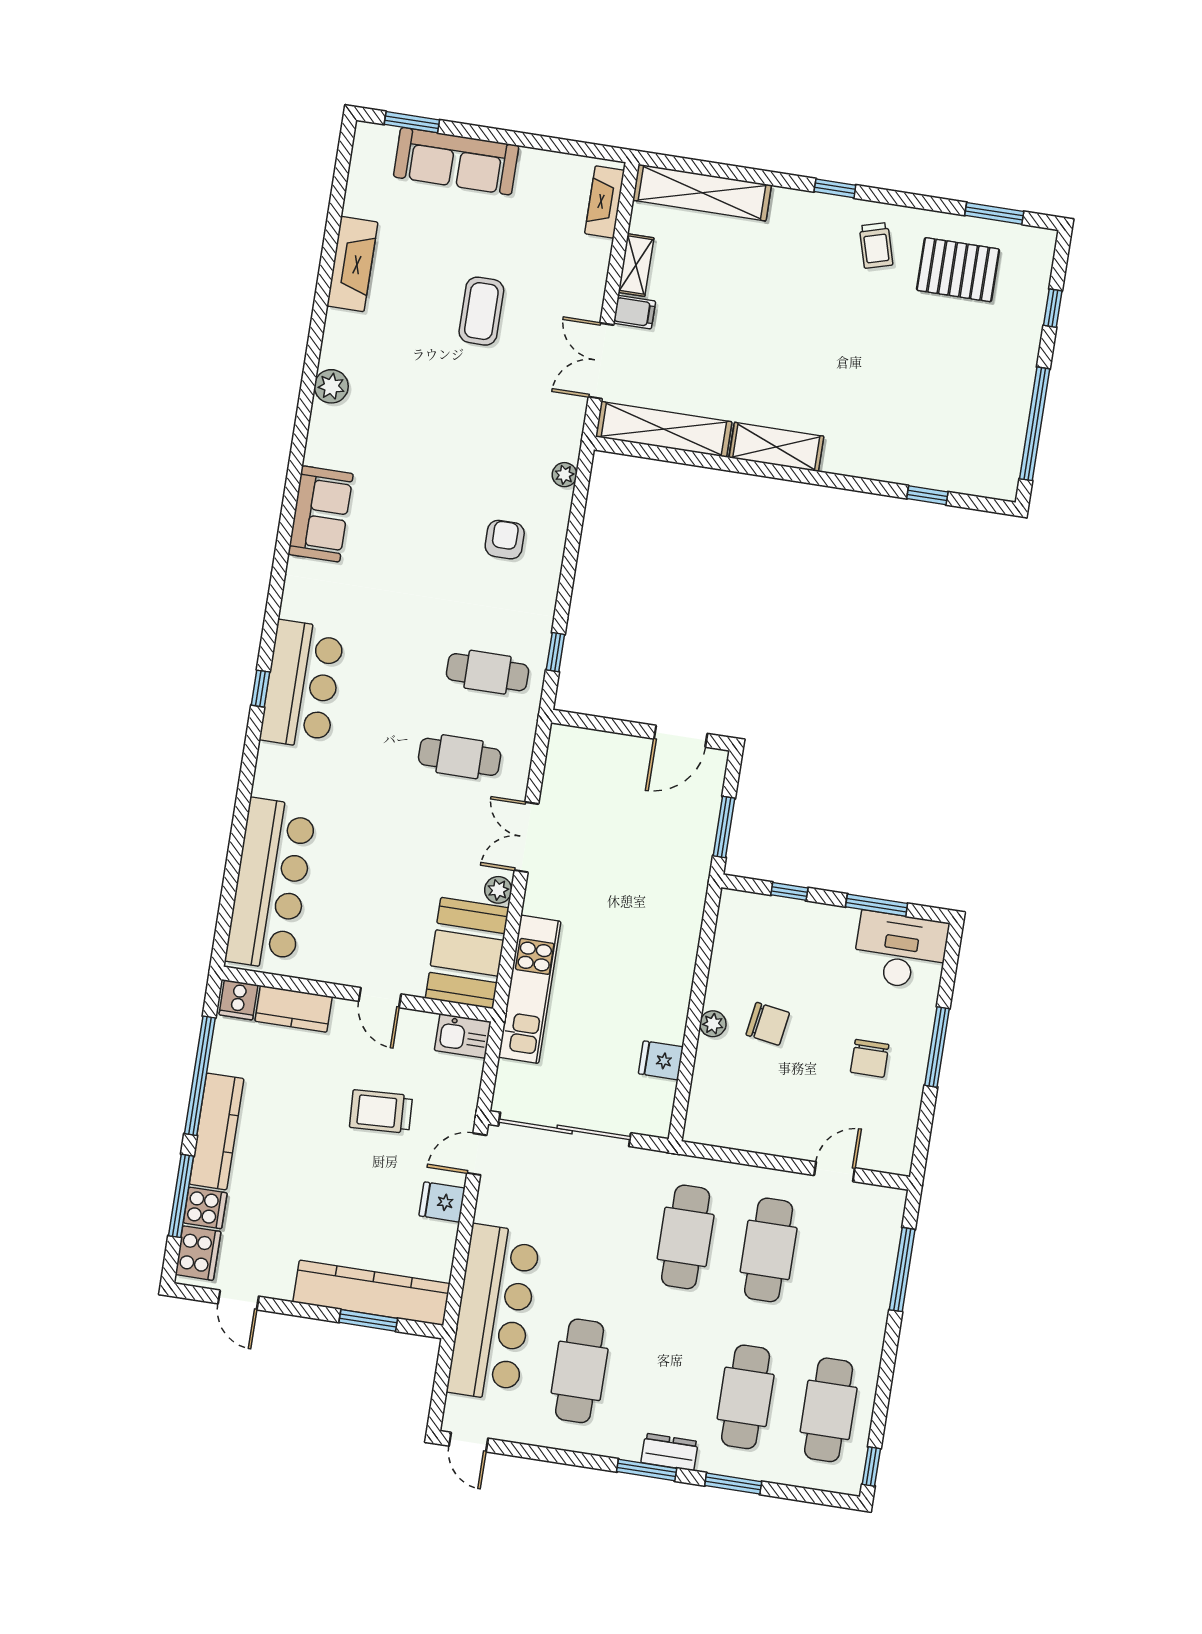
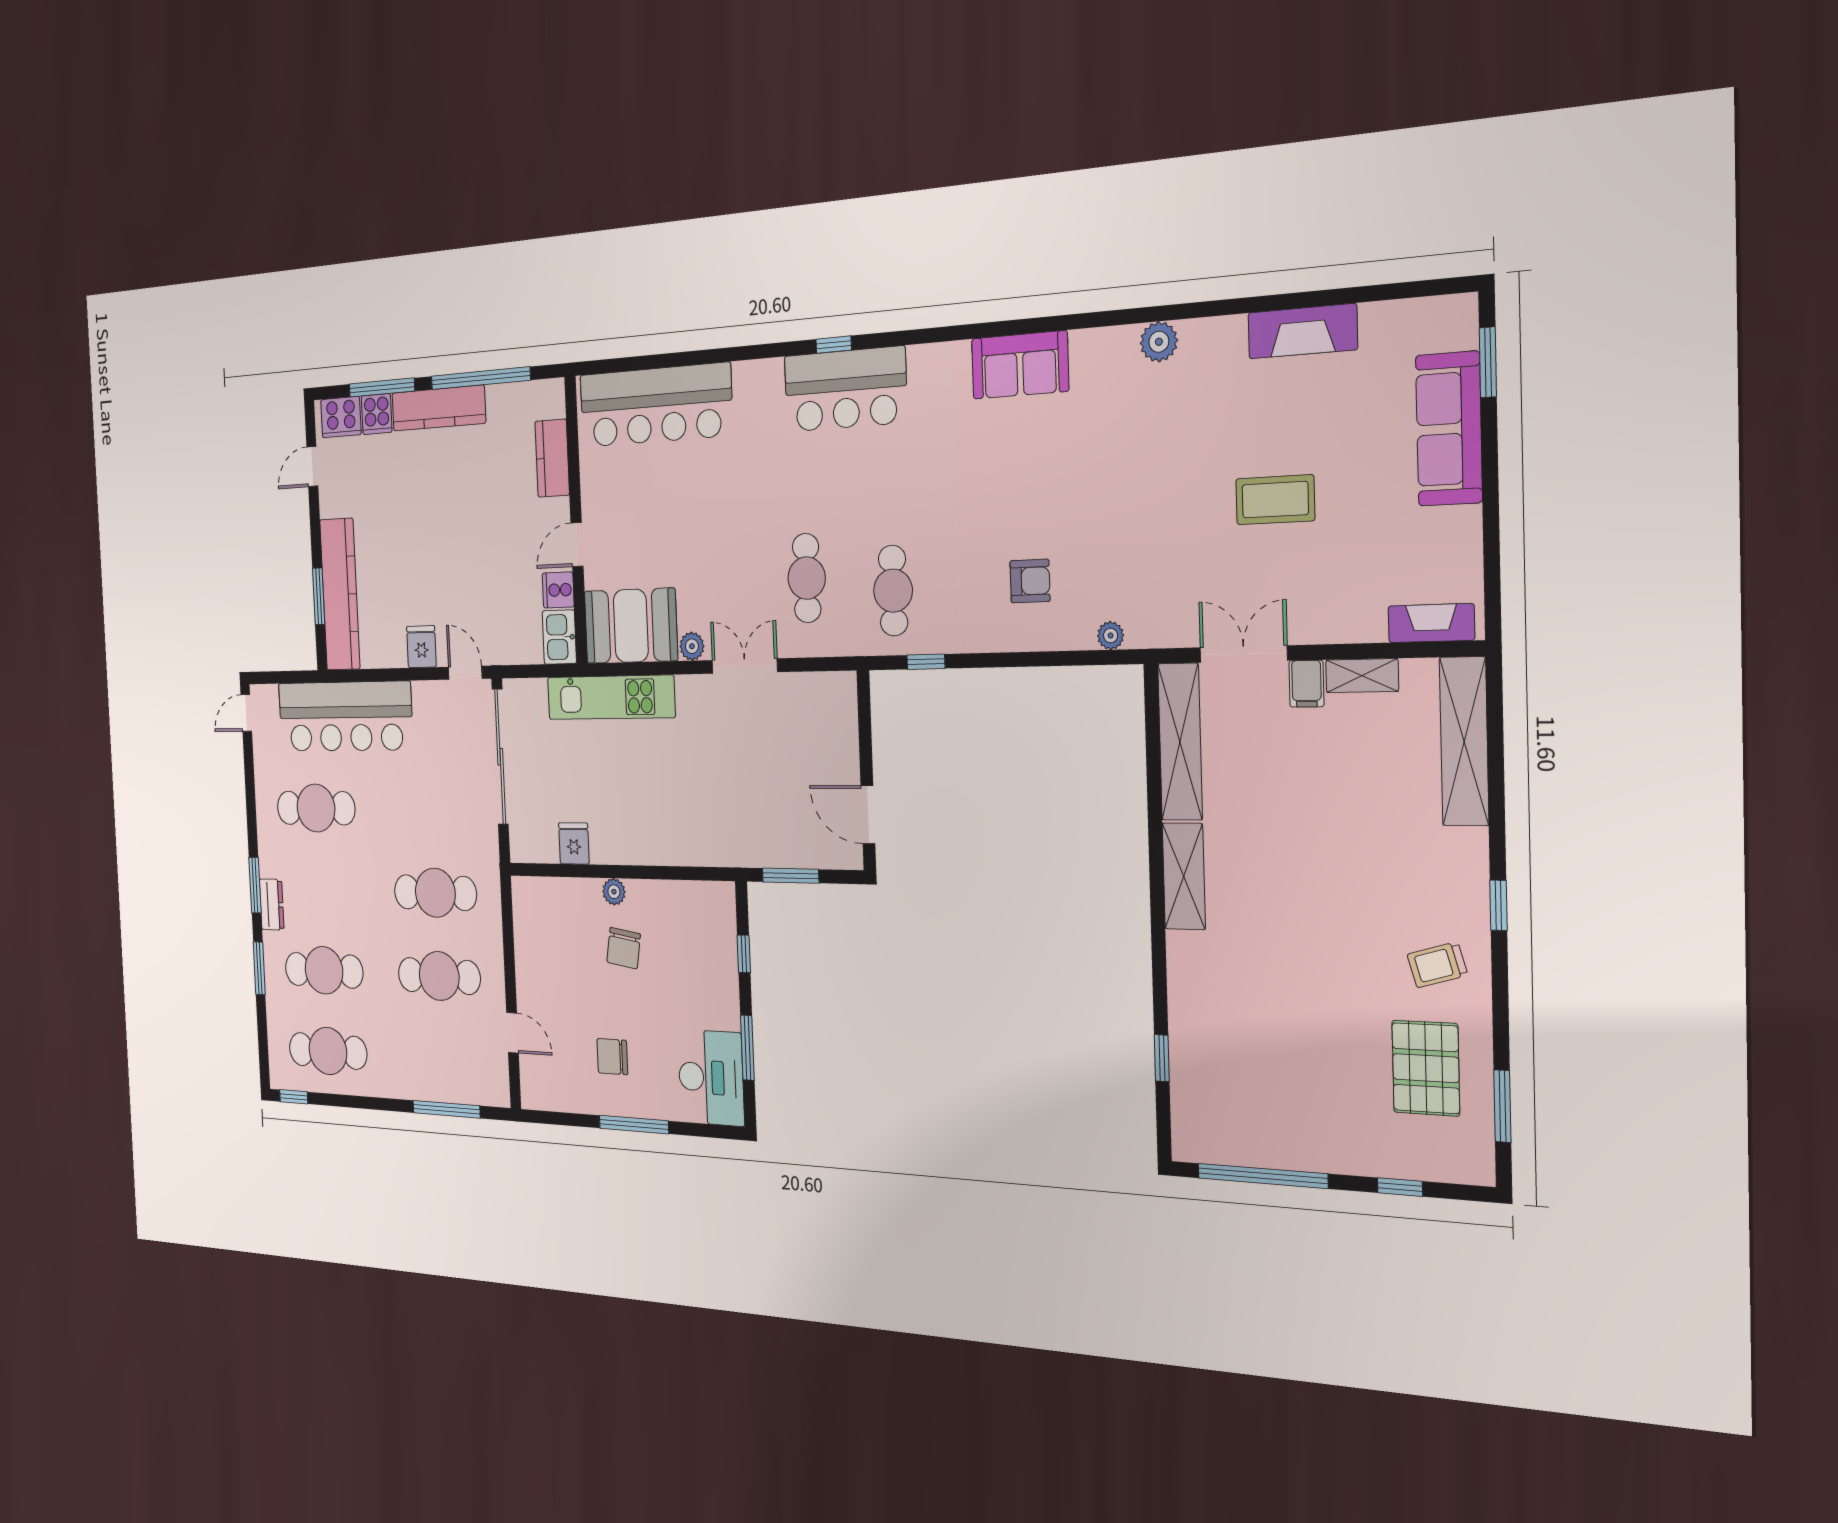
cooker: (238, 1000) -> (558, 590), moved
trolley: (381, 1112) -> (483, 569), removed

